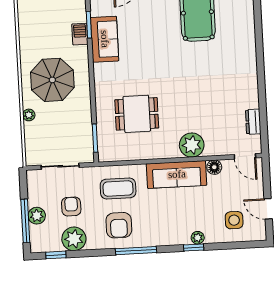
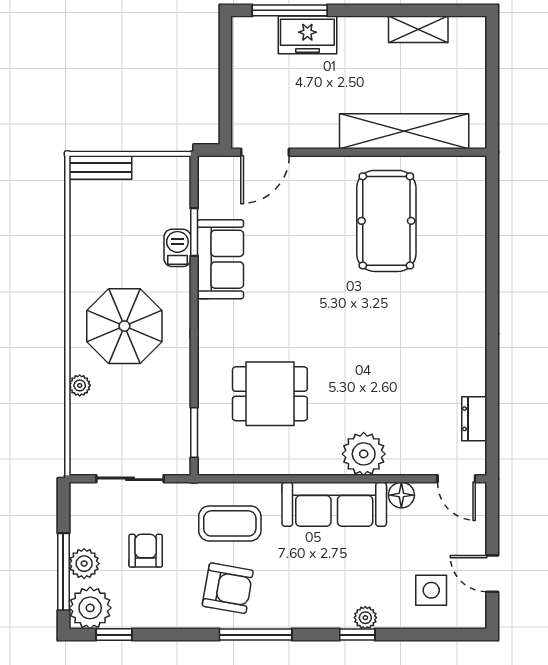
armchair: (119, 225) -> (228, 588), turned -80
plant: (74, 239) -> (90, 608), moved

